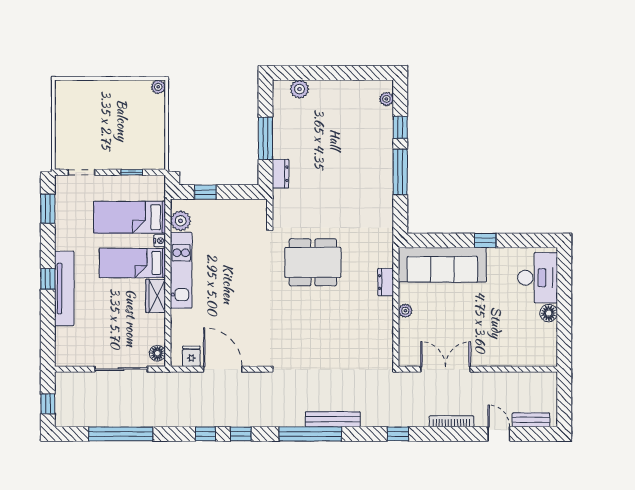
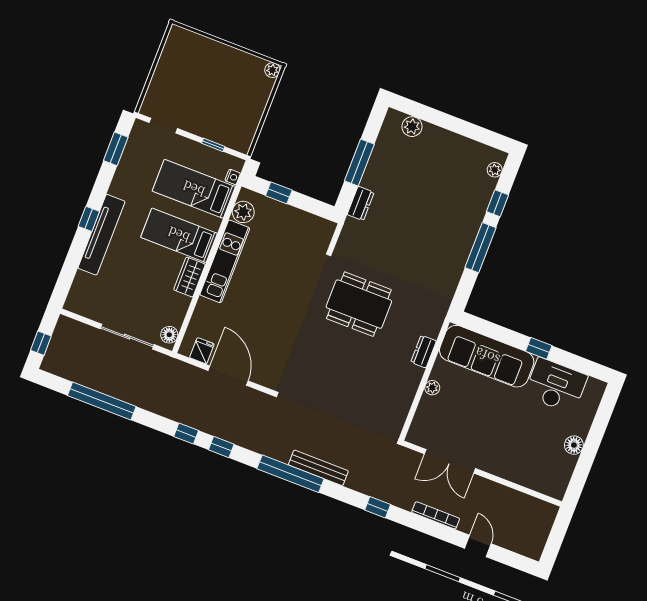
nightstand: (160, 241) -> (233, 177), moved
desk: (538, 278) -> (556, 386), moved, turned -90
double door: (446, 369) -> (450, 461), swing flipped
bench: (531, 420) -> (515, 544), removed

